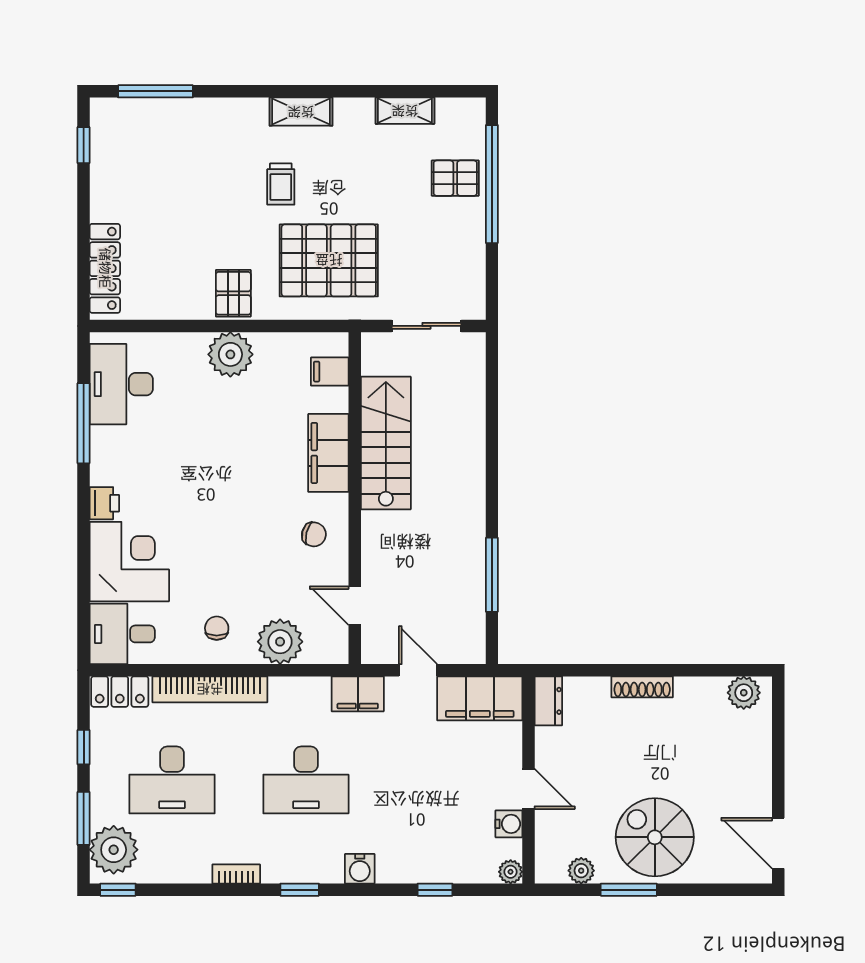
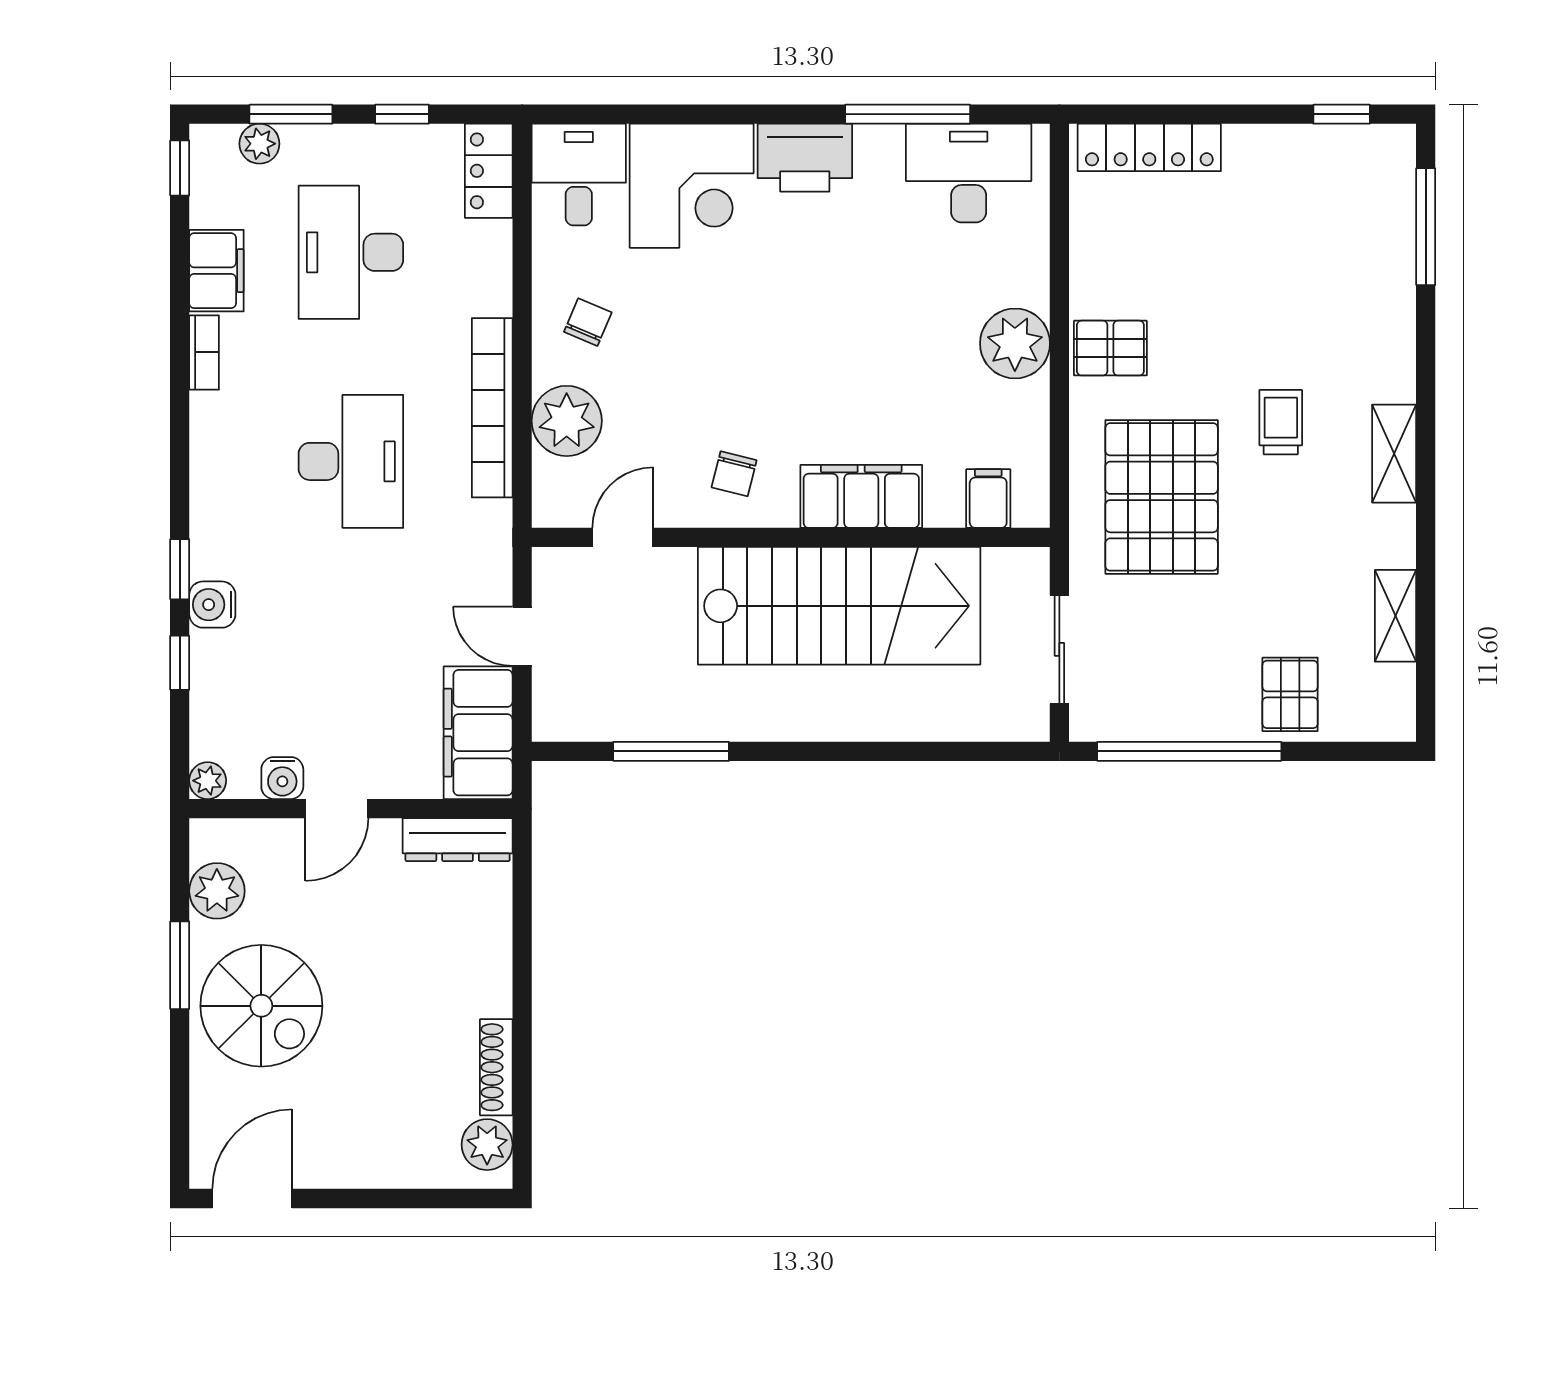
trolley: (281, 184) -> (1281, 422), turned 90
window: (492, 184) -> (1189, 751), moved
stairs: (386, 443) -> (839, 606), width x1.36, depth x1.51
printer: (104, 503) -> (805, 158), width x1.87, depth x1.48
chair: (217, 628) -> (588, 322), turned -67
door: (418, 670) -> (522, 636), swing flipped
shoe rack: (642, 687) -> (496, 1067), moved
bookcase: (210, 689) -> (492, 408), moved
filing cabinet: (358, 694) -> (216, 271), moved, turned 180
dresser: (548, 701) -> (458, 840), width x1.44
desk: (306, 780) -> (351, 461), turned 180
spiral stairs: (655, 837) -> (261, 1006), turned 90
plant: (114, 850) -> (259, 144), width x0.53, depth x0.53
water cooler: (360, 869) -> (212, 605), moved
plant: (581, 871) -> (217, 891), width x1.38, depth x1.38
window: (300, 890) -> (180, 569), moved

